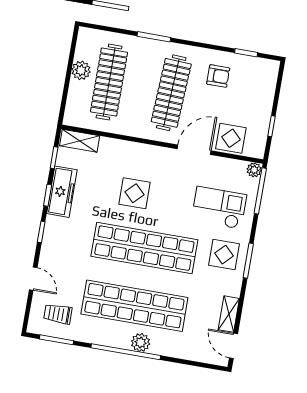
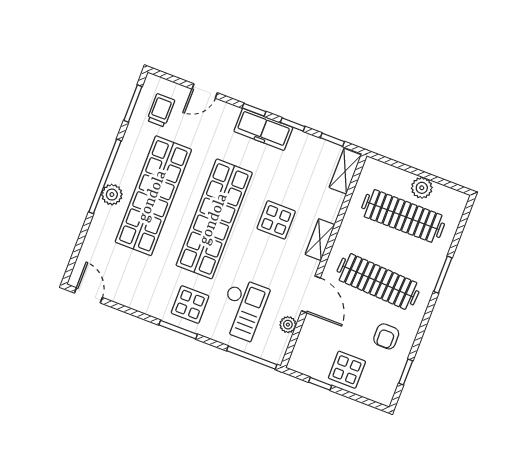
display table: (231, 138) -> (347, 370), moved
plant: (254, 170) -> (288, 325), moved
freezer: (62, 192) -> (263, 129), moved
shelving: (229, 314) -> (320, 240), moved, turned 90
door: (233, 346) -> (88, 295), hinge flipped

